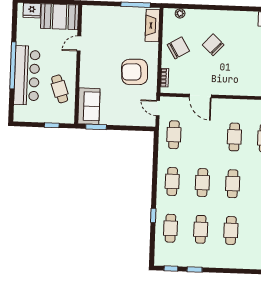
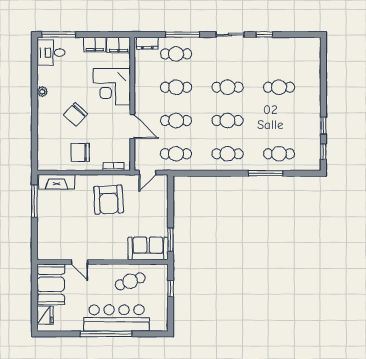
plant: (180, 13) -> (42, 92), moved
chair: (178, 48) -> (80, 152), turned -59
corner desk: (237, 79) -> (112, 87), added
door: (200, 96) -> (132, 126), hinge flipped
window: (153, 215) -> (266, 173), width x2.17
cafe table: (201, 229) -> (176, 121), moved

